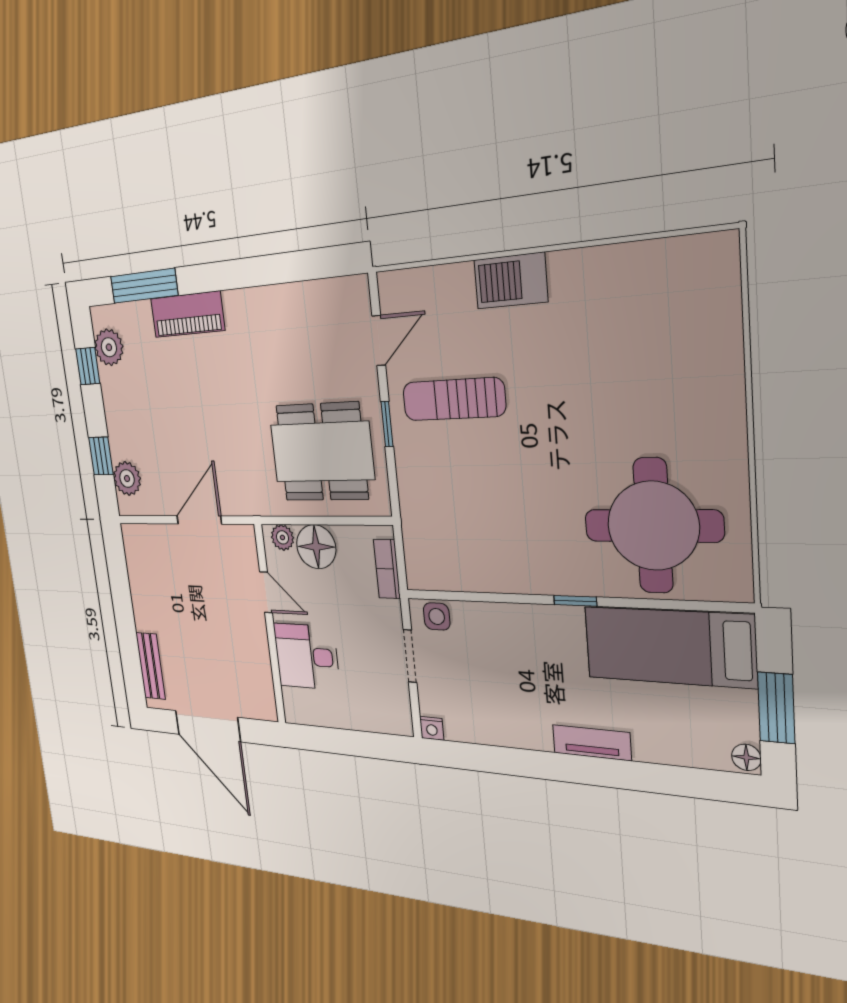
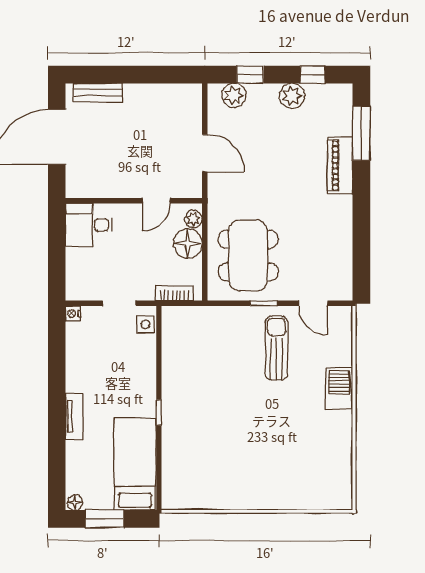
plant: (109, 347) -> (292, 96), moved
round table: (653, 526) -> (203, 459), removed
desk: (306, 656) -> (89, 225), moved, turned -90

